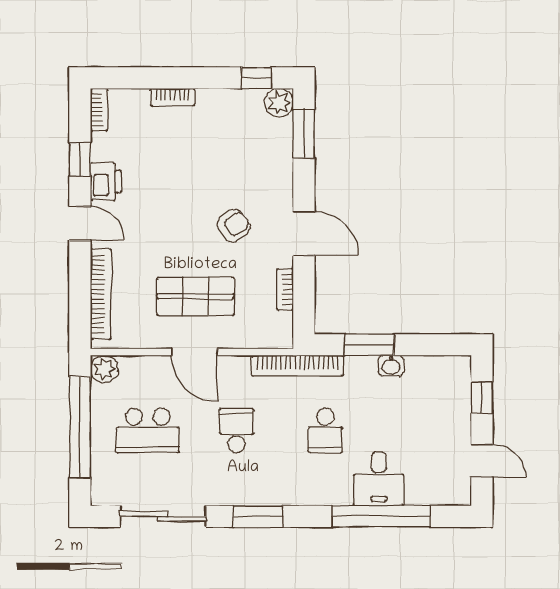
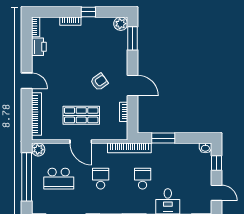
window: (256, 78) -> (88, 12), moved
window: (80, 159) -> (27, 50), removed
printer: (106, 182) -> (39, 47), moved
washbasin: (391, 366) -> (205, 148), moved
school desk: (325, 431) -> (143, 179), turned 180

